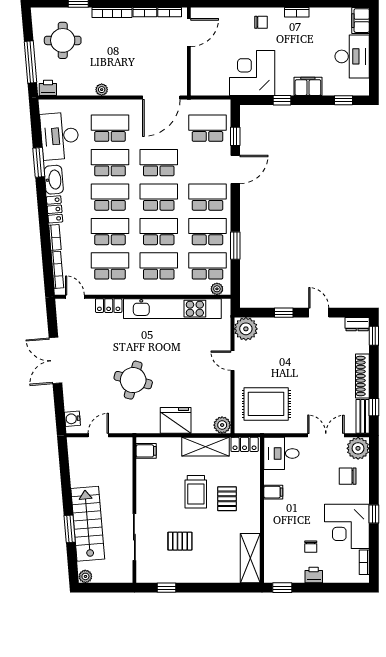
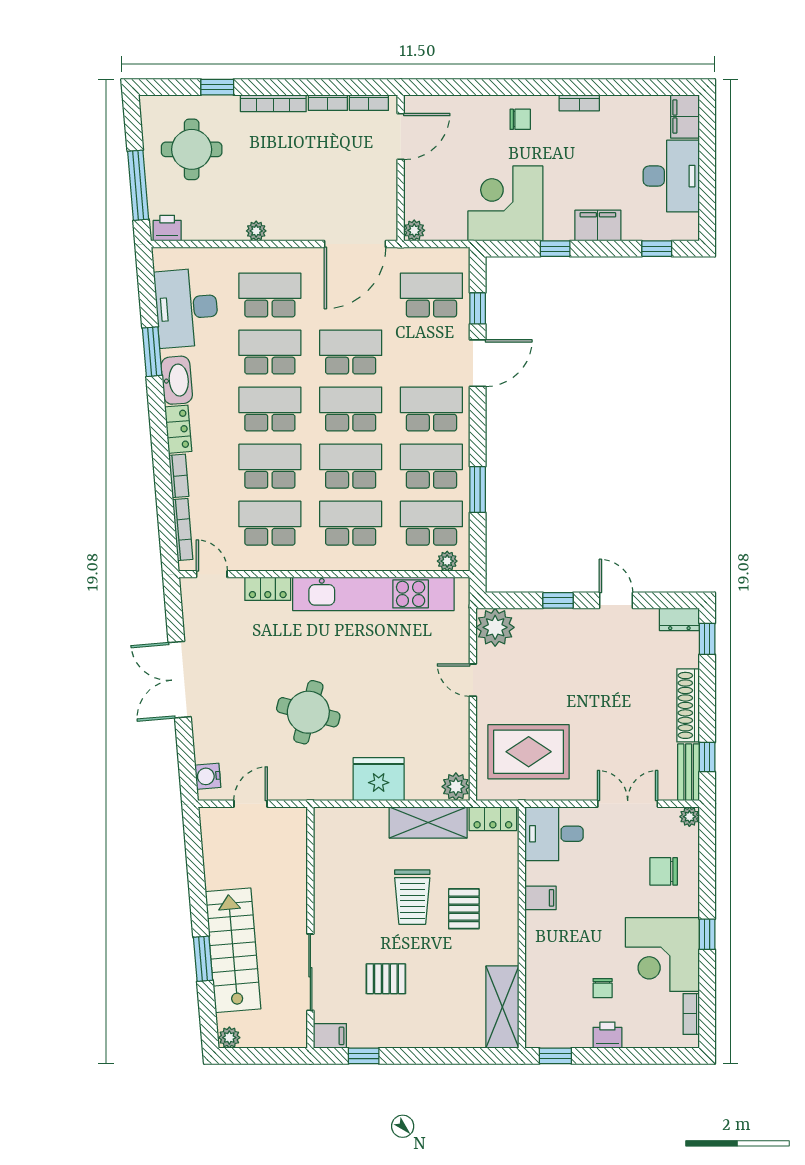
plant: (197, 89) -> (414, 230), added
plant: (358, 448) -> (689, 817), width x0.53, depth x0.53
filing cabinet: (146, 451) -> (330, 1036), moved

